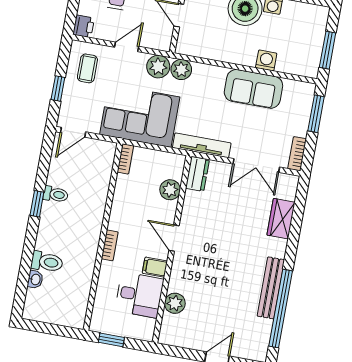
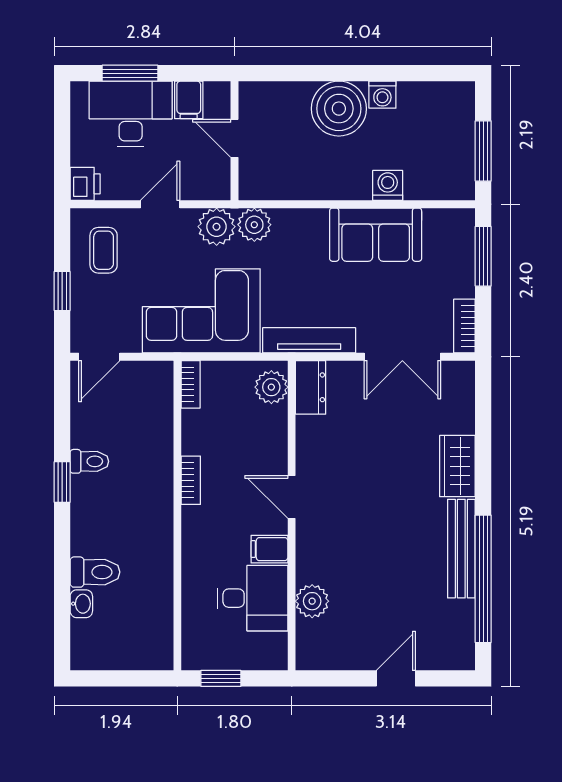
plant: (170, 190) -> (271, 387), moved
wardrobe: (281, 219) -> (457, 466), moved
bookcase: (110, 245) -> (191, 480), moved

